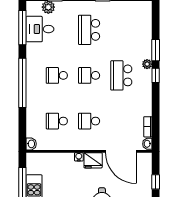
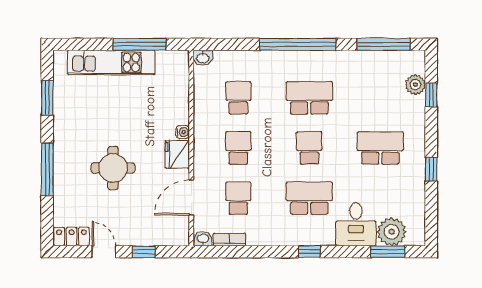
desk: (40, 29) -> (356, 224), moved, turned 180
window: (156, 50) -> (388, 252), moved
plant: (147, 64) -> (392, 232), moved, width x1.88, depth x1.88
school desk: (57, 75) -> (309, 98), width x1.85
school desk: (121, 121) -> (238, 198), added
door: (121, 151) -> (191, 198), width x0.73

